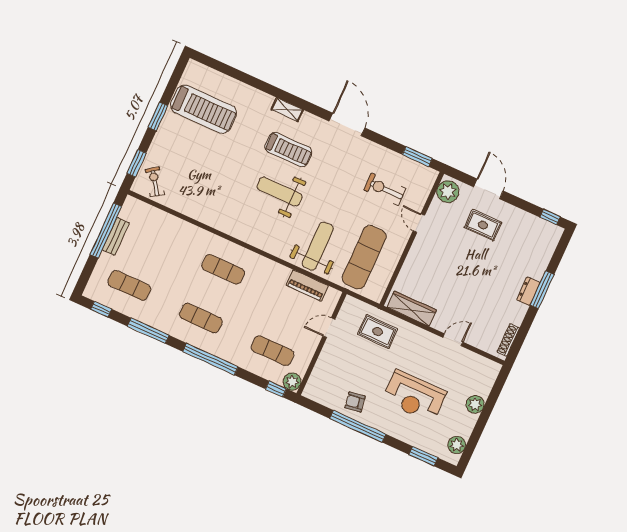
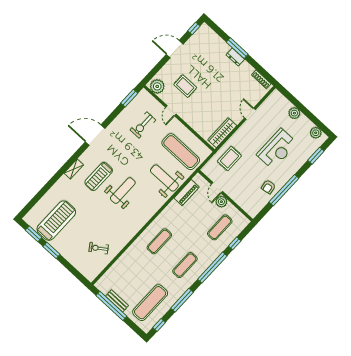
treadmill: (288, 150) -> (99, 176), turned 180
window: (137, 163) -> (34, 234), moved
exercise bike: (155, 182) -> (99, 248), moved
door: (488, 189) -> (175, 49), moved
weight bench: (280, 192) -> (123, 191), turned 180
door: (419, 223) -> (171, 111), hinge flipped
rug: (483, 225) -> (185, 86), moved, turned 90
exercise mat: (129, 285) -> (150, 303), width x1.36, depth x1.45
plant: (292, 382) -> (221, 202), moved
window: (276, 389) -> (235, 243), moved

